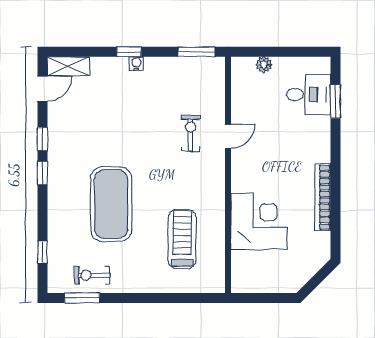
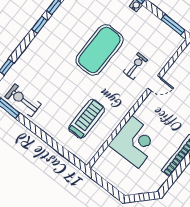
exercise mat: (111, 204) -> (99, 50), moved
exercise bike: (92, 275) -> (23, 100), width x1.38, depth x1.39

